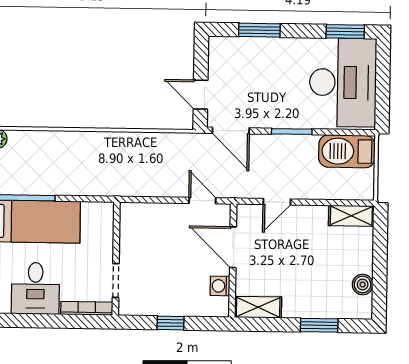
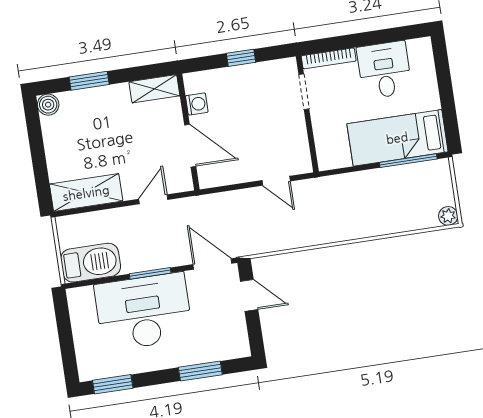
desk: (343, 82) -> (144, 312), moved, turned 90
door: (202, 201) -> (276, 181), moved
shelving: (351, 216) -> (86, 193), width x1.50, depth x1.33
boiler: (363, 284) -> (48, 105), moved

